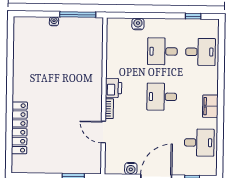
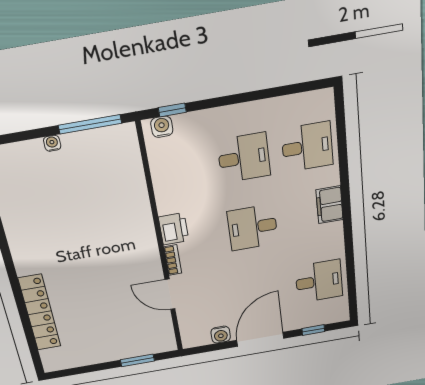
window: (193, 16) -> (172, 110), moved
water cooler: (138, 24) -> (162, 127), moved
desk: (162, 51) -> (244, 158), turned 180
filing cabinet: (210, 106) -> (330, 205), moved

